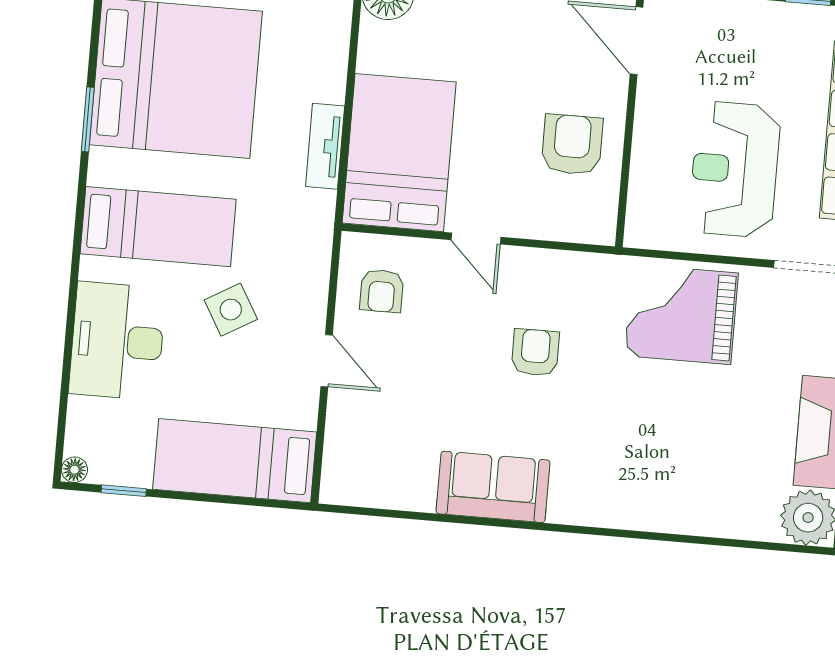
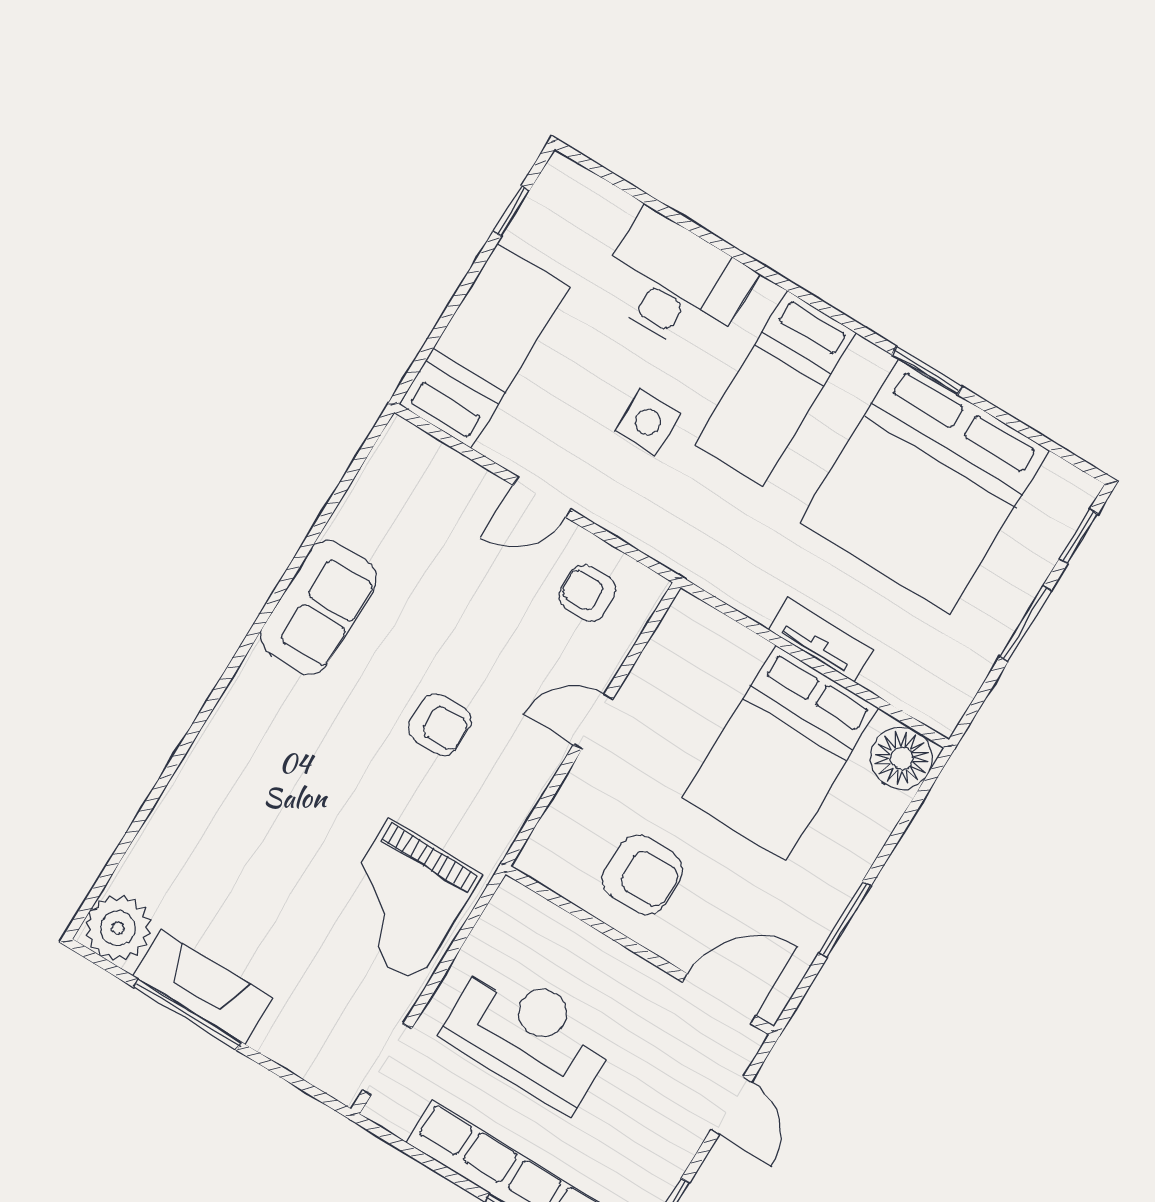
tv unit: (325, 146) -> (821, 639), moved
bed: (399, 153) -> (780, 753), moved, turned 90
side table: (231, 310) -> (648, 422), turned 30
grand piano: (681, 314) -> (403, 901), turned 180
floor lamp: (74, 470) -> (560, 170), removed

